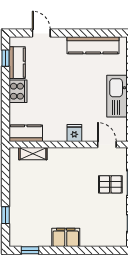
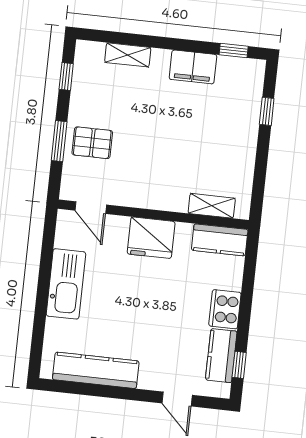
fridge: (74, 133) -> (151, 238), width x1.88, depth x1.34
filing cabinet: (66, 237) -> (193, 67), moved
shelving: (94, 240) -> (128, 55), added

